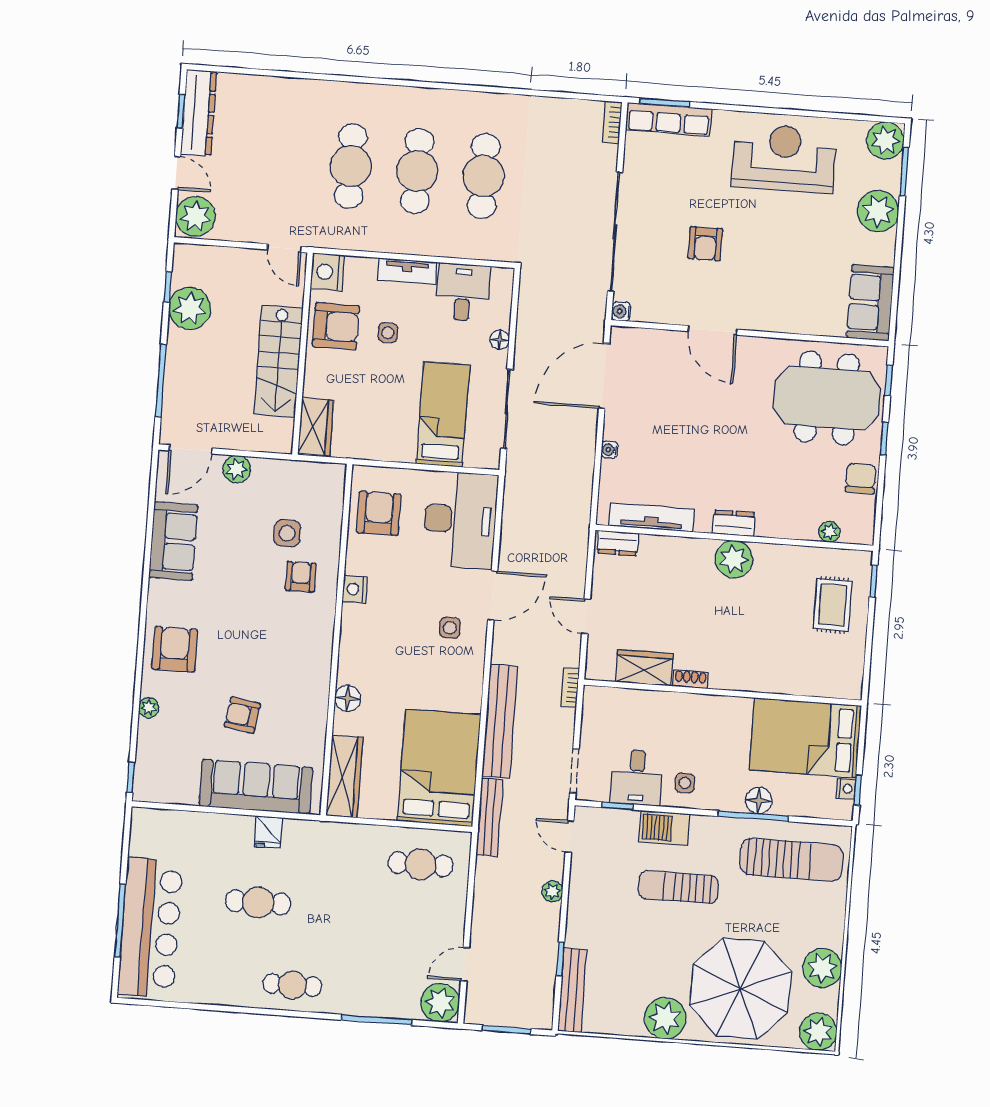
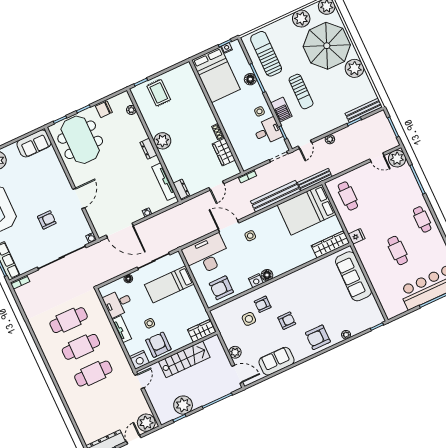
rug: (833, 605) -> (159, 93), turned 90
floor lamp: (348, 698) -> (267, 275), moved
armchair: (242, 715) -> (287, 321), moved, turned -99
fridge: (268, 832) -> (357, 236), moved

